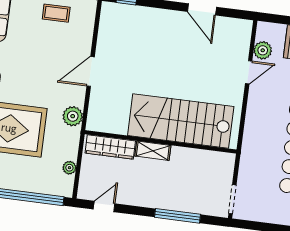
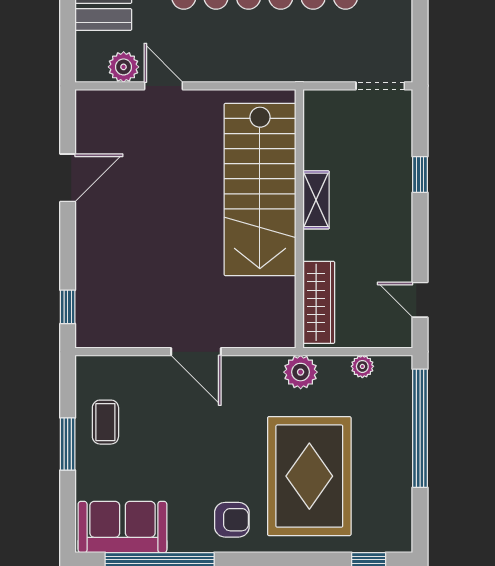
plant: (73, 116) -> (301, 372), moved
shelving: (153, 151) -> (316, 200), moved
window: (178, 216) -> (420, 174), width x0.46

